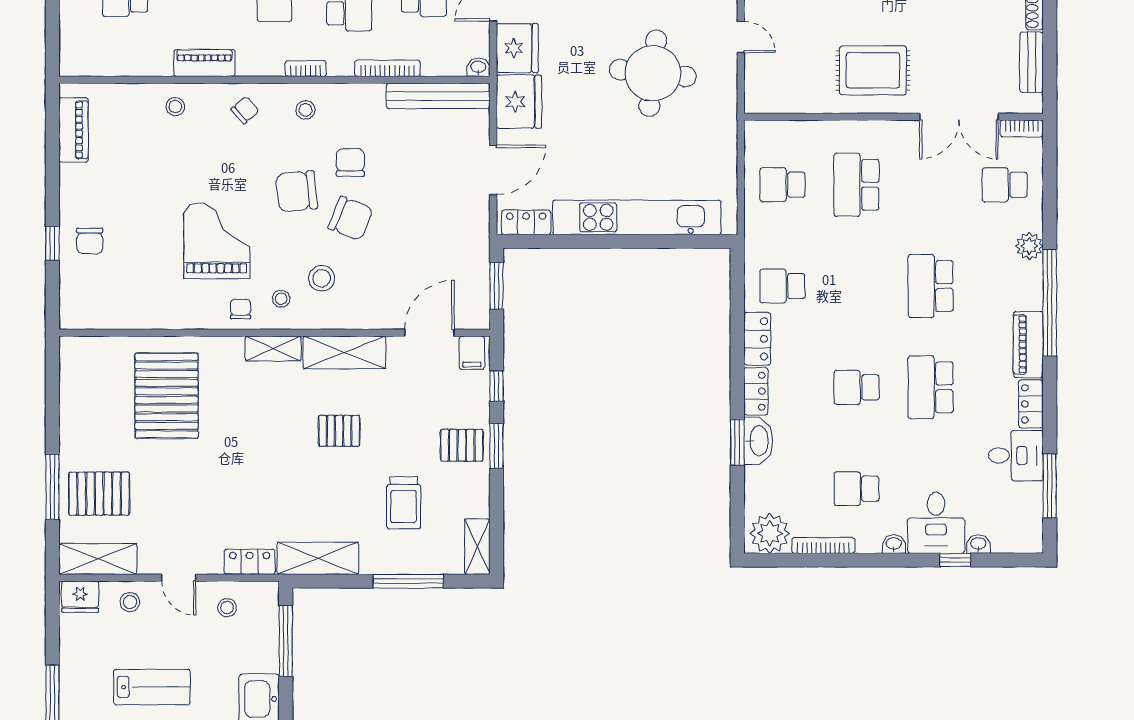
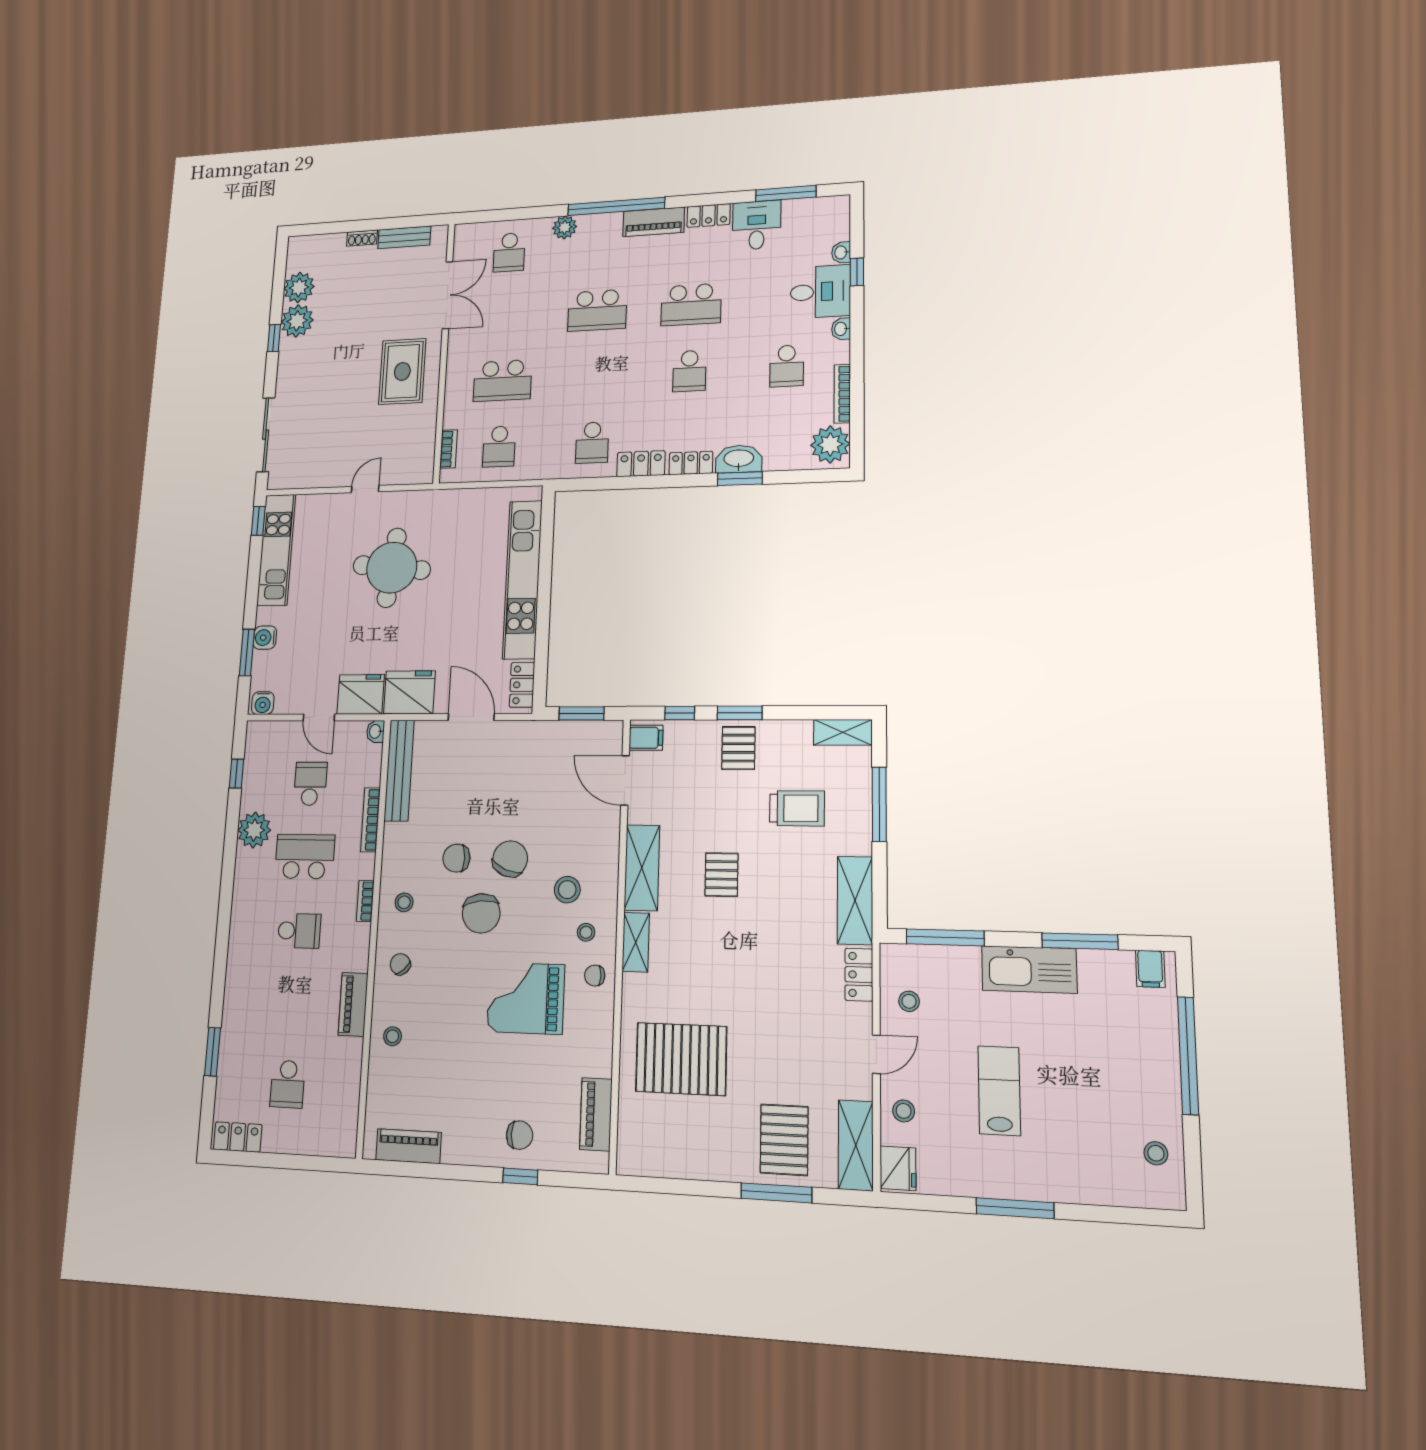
bookcase: (1022, 128) -> (448, 449), moved
piano: (112, 315) -> (596, 1114), added

